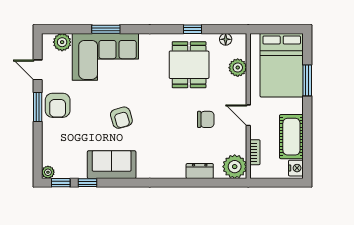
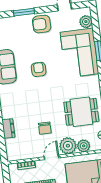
window: (38, 107) -> (24, 12), moved
armchair: (121, 118) -> (39, 69), turned 106
plant: (235, 167) -> (68, 146), moved

